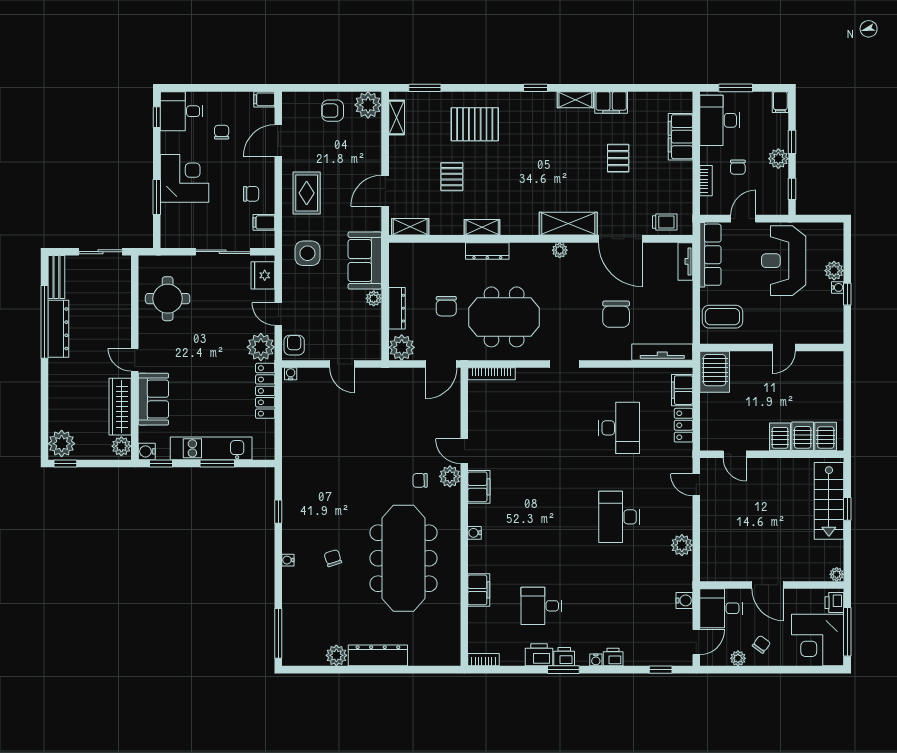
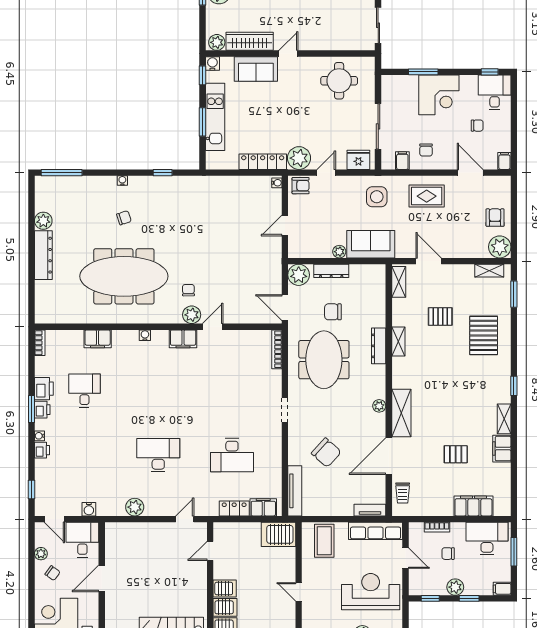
chair: (616, 314) -> (326, 453), turned -138

